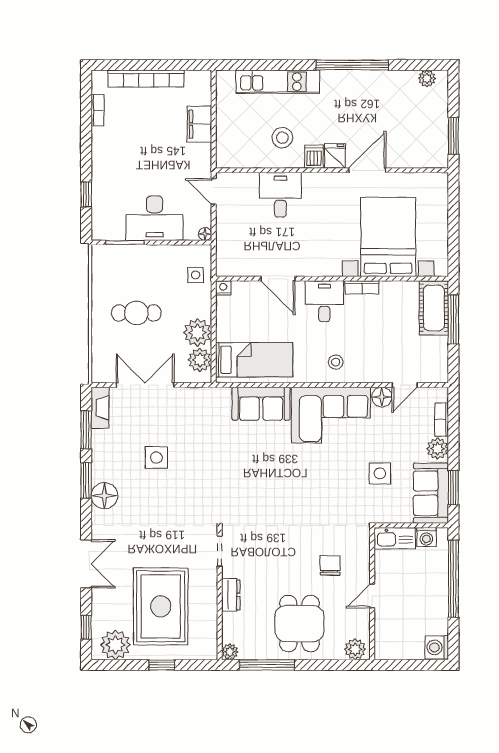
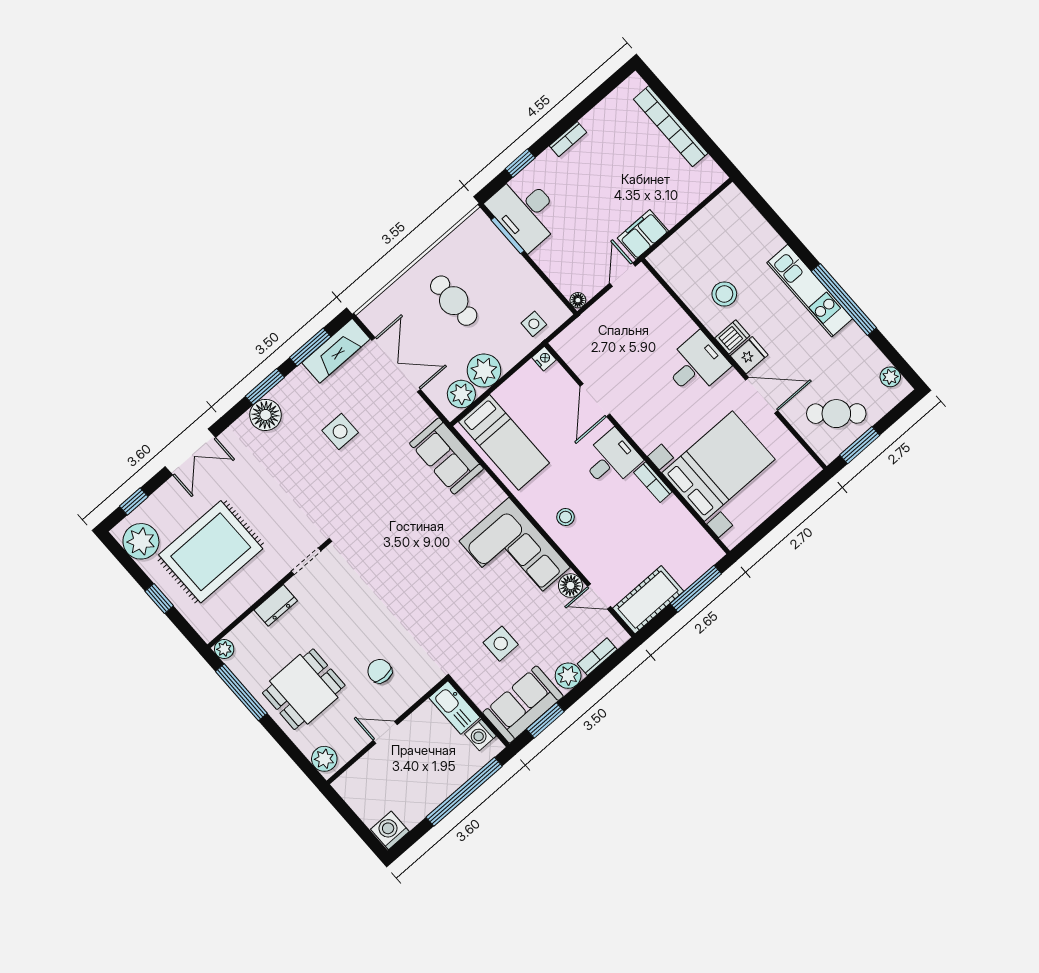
kitchen unit: (278, 82) -> (810, 291), moved
bookcase: (97, 110) -> (568, 139), moved
filing cabinet: (199, 124) -> (643, 234), moved
cafe table: (420, 133) -> (836, 414), added
desk: (280, 195) -> (696, 365), moved
desk: (154, 218) -> (525, 212), moved
cot: (434, 308) -> (648, 600), moved
sofa: (261, 404) -> (446, 456), moved
fireplace: (100, 408) -> (336, 351), width x1.37, depth x1.32
chair: (330, 565) -> (380, 671), turned -90

